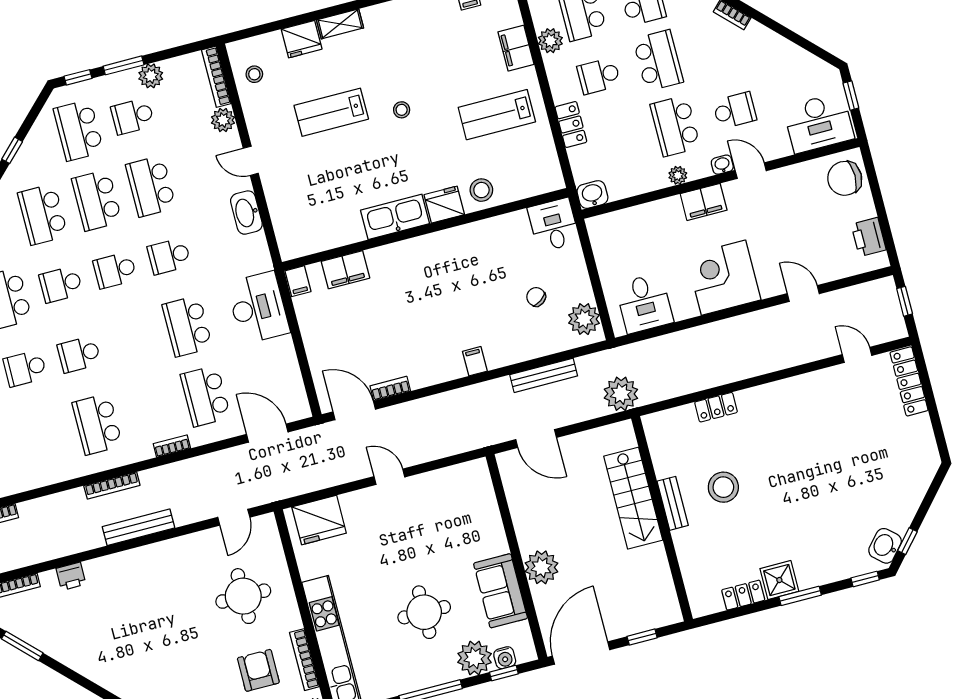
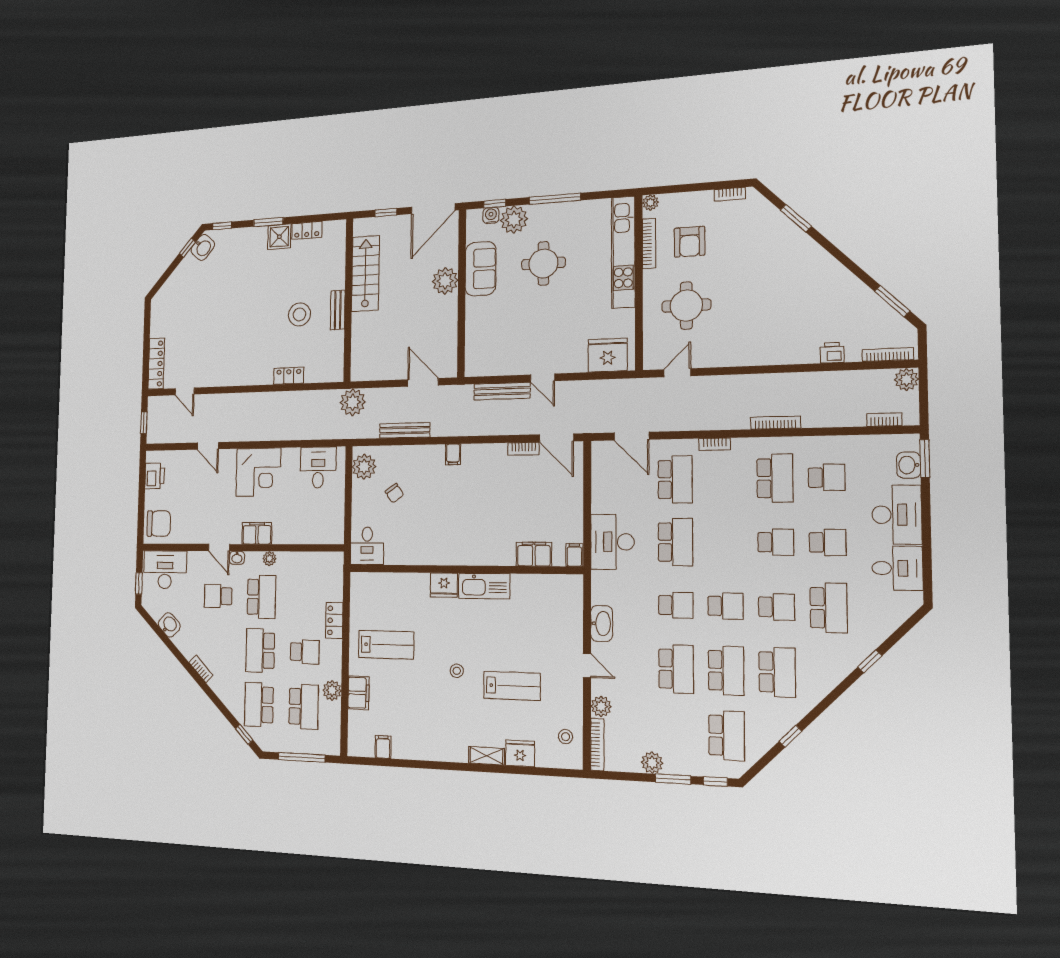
school desk: (133, 116) -> (827, 477), moved
stool: (481, 190) -> (413, 589), removed
washbasin: (592, 195) -> (169, 625), moved, turned -135
stairs: (633, 498) -> (365, 274), moved
bench: (138, 527) -> (502, 391), moved

